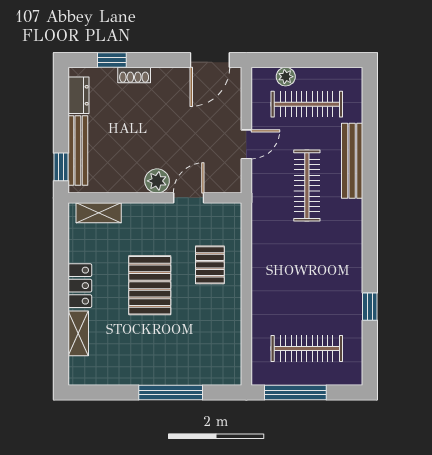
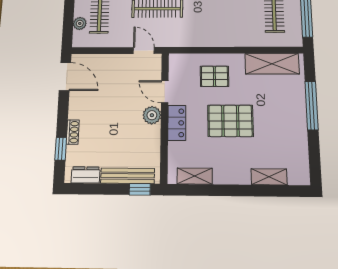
door: (246, 144) -> (144, 50), moved
shelving: (99, 213) -> (195, 176), moved, turned 90
locker: (80, 286) -> (177, 123), moved, turned 90
shelving: (227, 343) -> (272, 64), added

